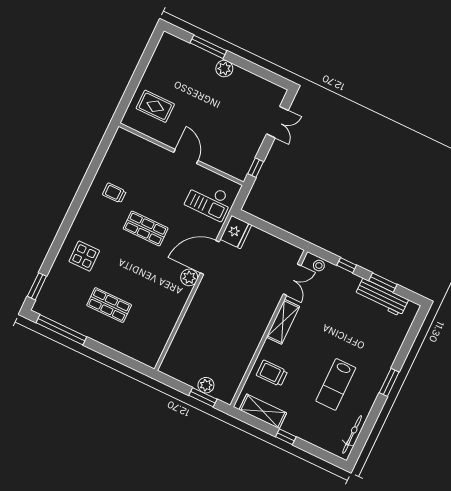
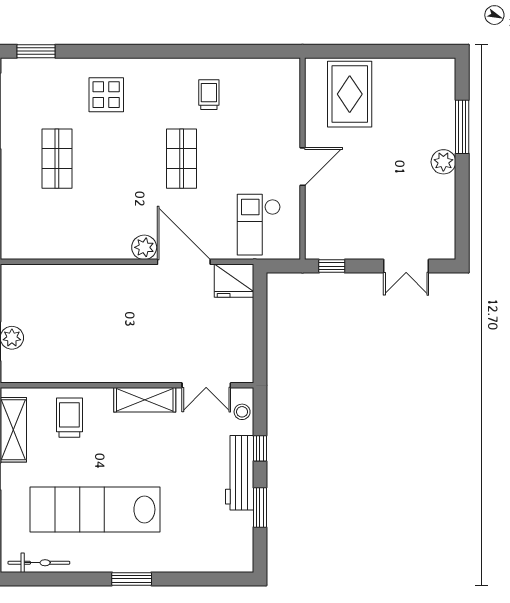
rug: (155, 106) -> (350, 94), width x1.36, depth x1.43
workbench: (382, 297) -> (240, 473), moved
lab bench: (336, 384) -> (95, 509), width x1.86, depth x1.39

